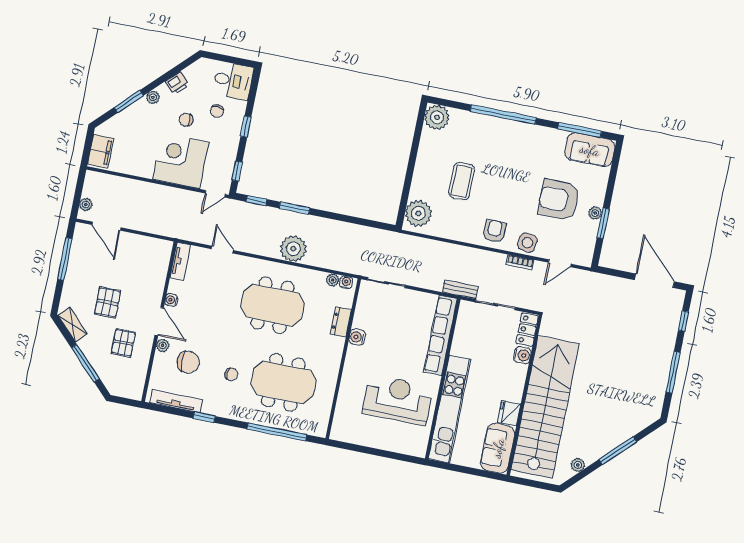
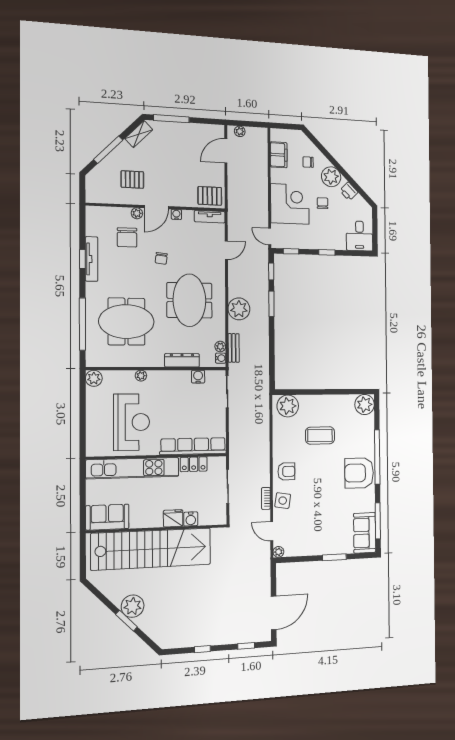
plant: (153, 97) -> (331, 177), width x1.88, depth x1.88
window: (129, 101) -> (327, 155), removed
chair: (217, 111) -> (308, 162), moved
filing cabinet: (101, 151) -> (279, 155), moved, turned -90
armchair: (559, 200) -> (359, 473), moved, turned -90
plant: (595, 213) -> (278, 552), moved
window: (603, 223) -> (334, 557), moved
window: (65, 259) -> (171, 119), moved
bench: (460, 289) -> (234, 348), moved
pallet: (108, 302) -> (210, 196), moved
dresser: (341, 322) -> (182, 360), width x1.44
locker: (527, 330) -> (194, 464), moved, turned 180
water cooler: (357, 337) -> (198, 377), moved
window: (673, 372) -> (202, 649), width x0.46
chair: (231, 374) -> (161, 258), moved
plant: (348, 378) -> (141, 376), added
meeting table: (283, 382) -> (126, 322), turned 90
tv unit: (176, 401) -> (92, 259), moved
fridge: (509, 413) -> (173, 518), moved
plant: (340, 432) -> (94, 378), added
window: (618, 451) -> (126, 621), width x0.69
plant: (578, 465) -> (133, 606), moved, width x1.88, depth x1.88

